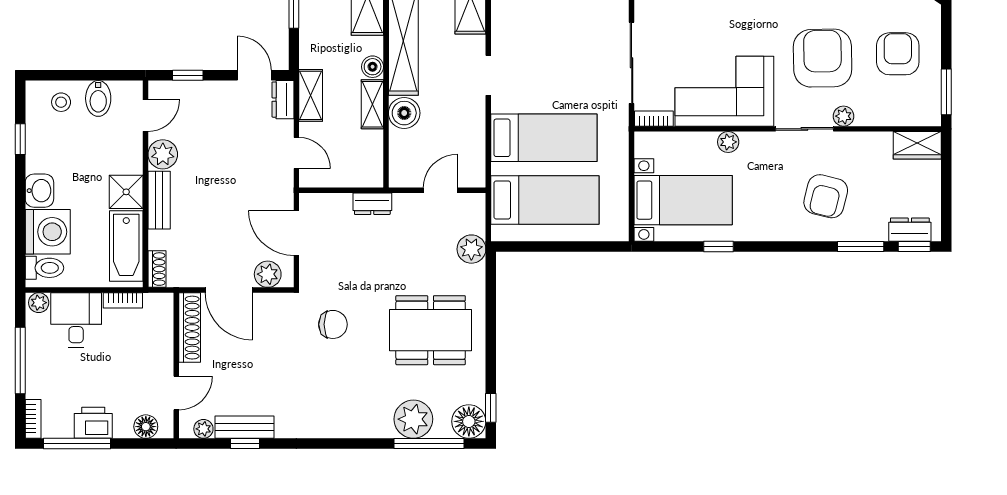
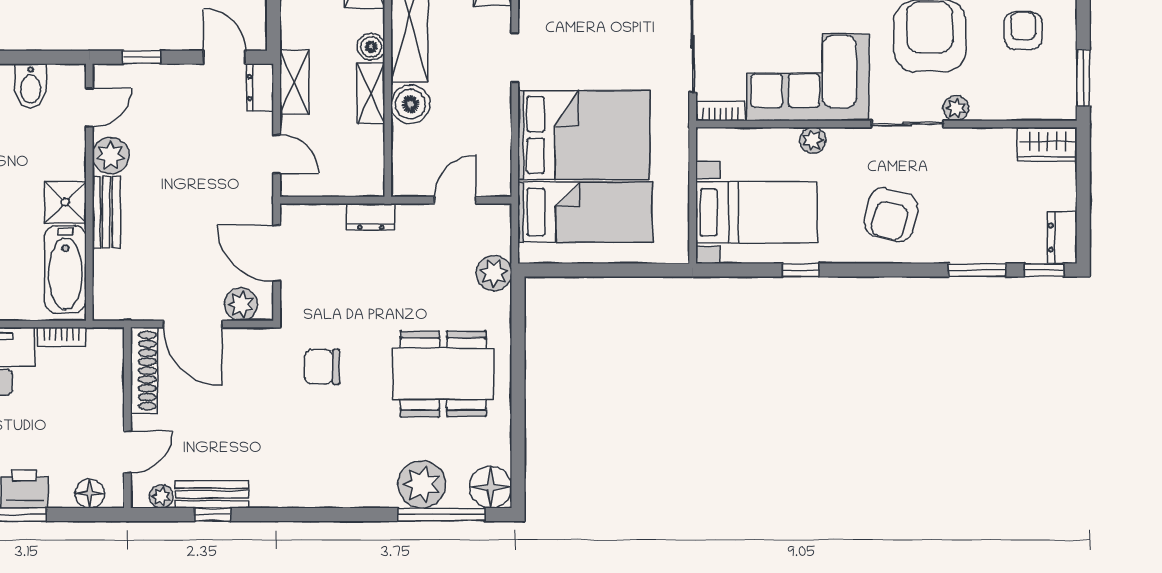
armchair: (898, 54) -> (1023, 31), width x0.72, depth x0.72
bed: (544, 138) -> (584, 135), width x1.50
armchair: (826, 196) -> (891, 215), moved
dresser: (910, 230) -> (1062, 238), moved, turned -90
shoe rack: (157, 269) -> (104, 298), removed
chair: (333, 324) -> (322, 367), turned 180
window: (491, 408) -> (518, 470), removed

